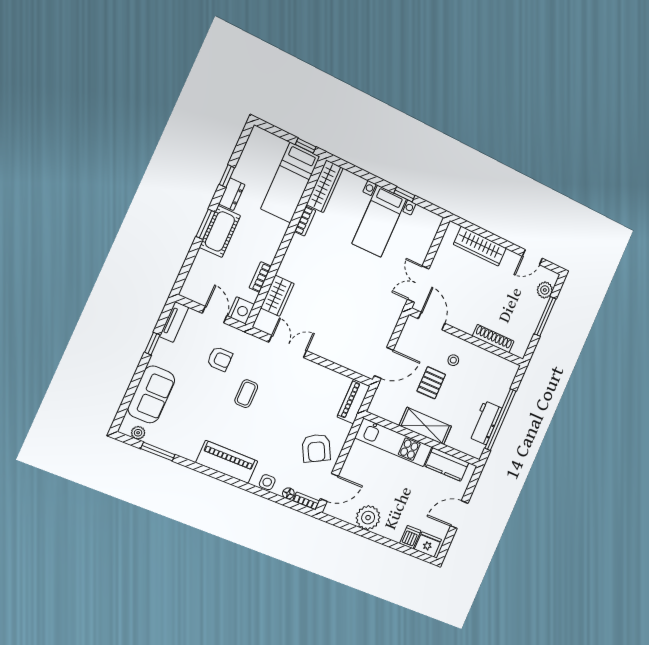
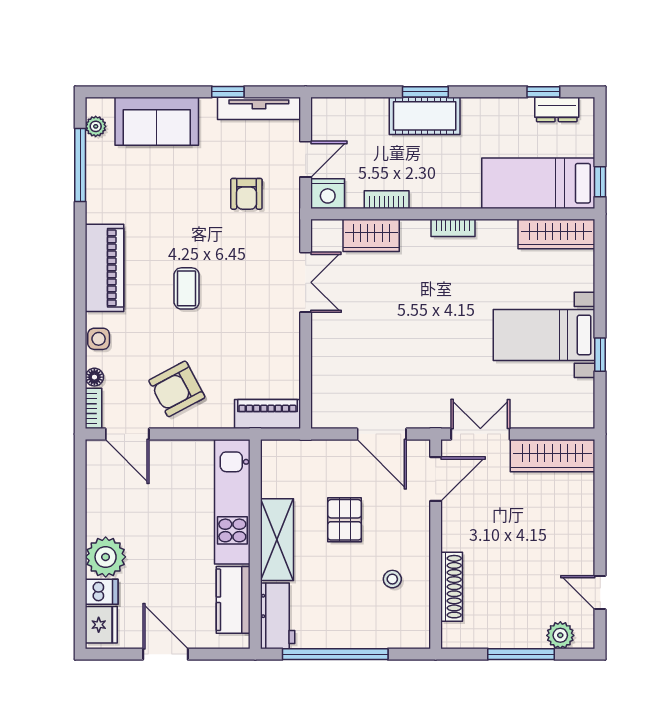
window: (227, 176) -> (543, 92), moved
dresser: (232, 194) -> (557, 109), moved
bookcase: (305, 221) -> (453, 228), moved
wardrobe: (480, 246) -> (553, 456), moved, turned -90
tv unit: (174, 322) -> (259, 108), width x1.41
stool: (453, 360) -> (392, 579), moved
door: (384, 363) -> (382, 434), moved
pallet: (431, 383) -> (345, 520), turned 90
coffee table: (246, 394) -> (187, 288), moved, turned 90
workbench: (485, 423) -> (278, 616), moved, turned 90
window: (158, 452) -> (80, 165), width x1.44
plant: (368, 518) -> (106, 557), moved

